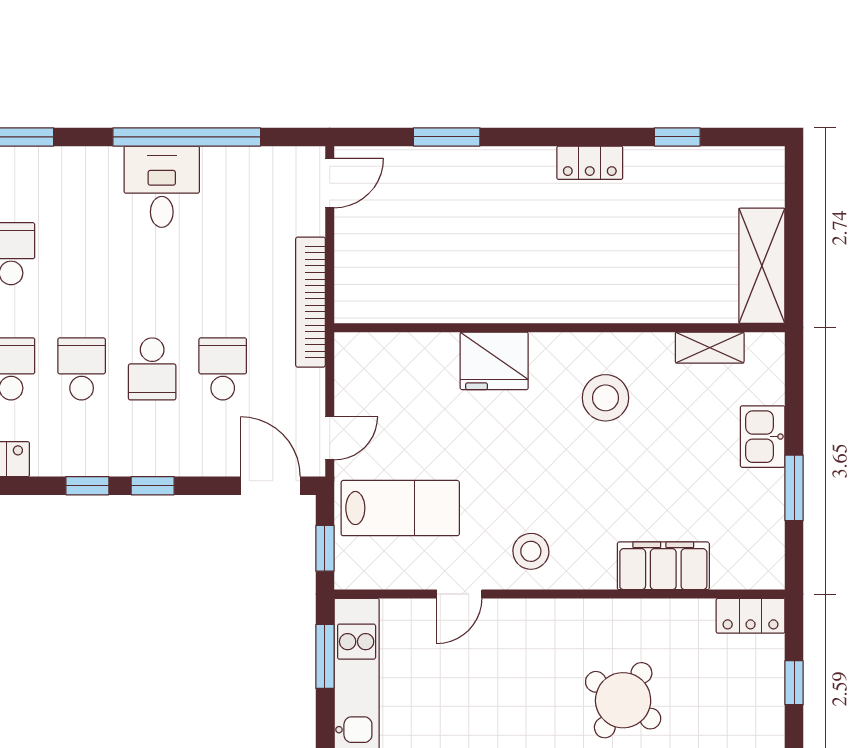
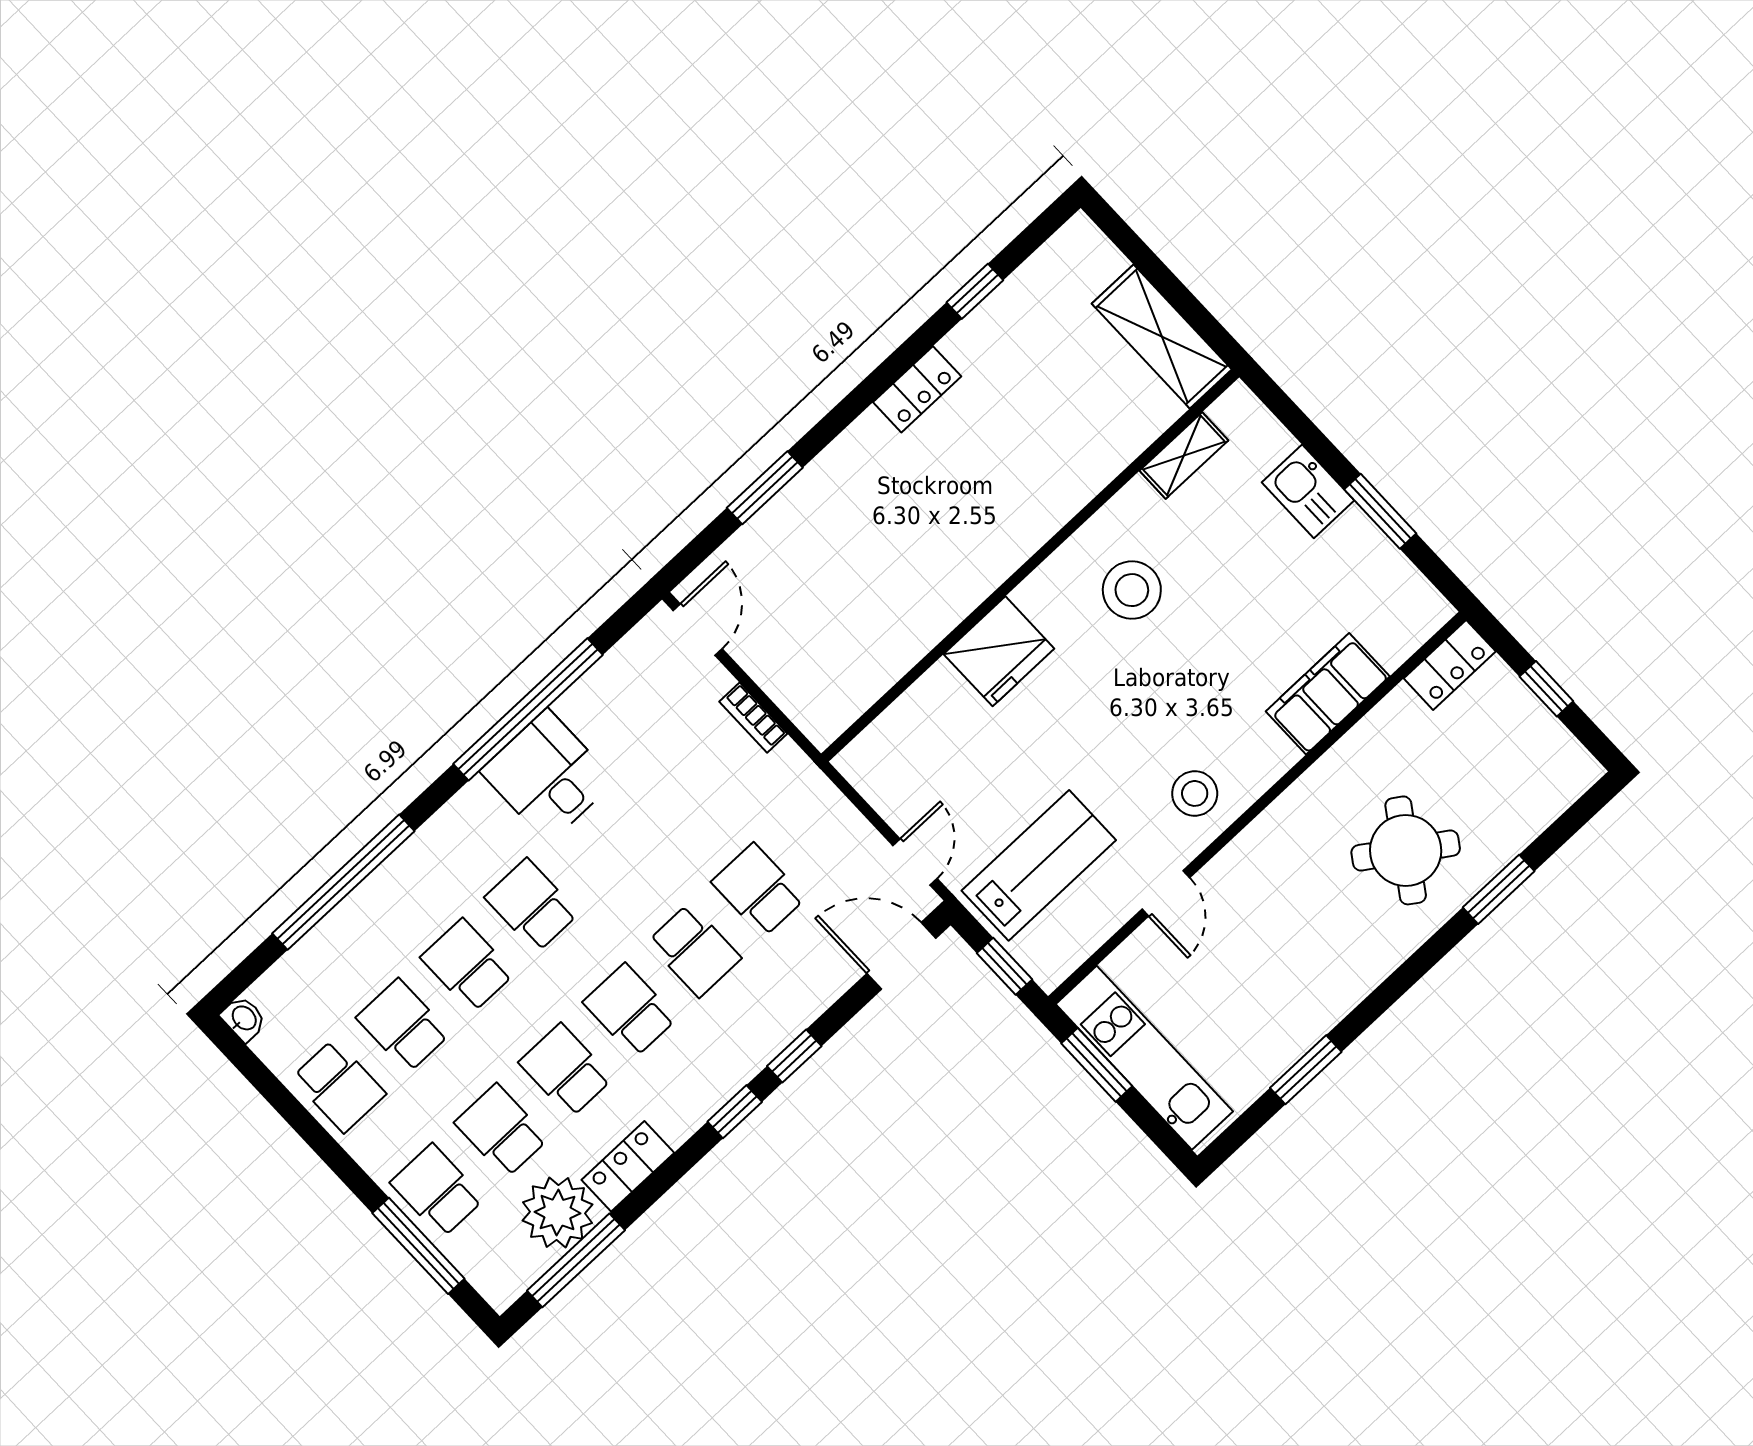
school desk: (82, 254) -> (532, 905), added
bookcase: (310, 302) -> (753, 718), width x0.43, depth x0.76

